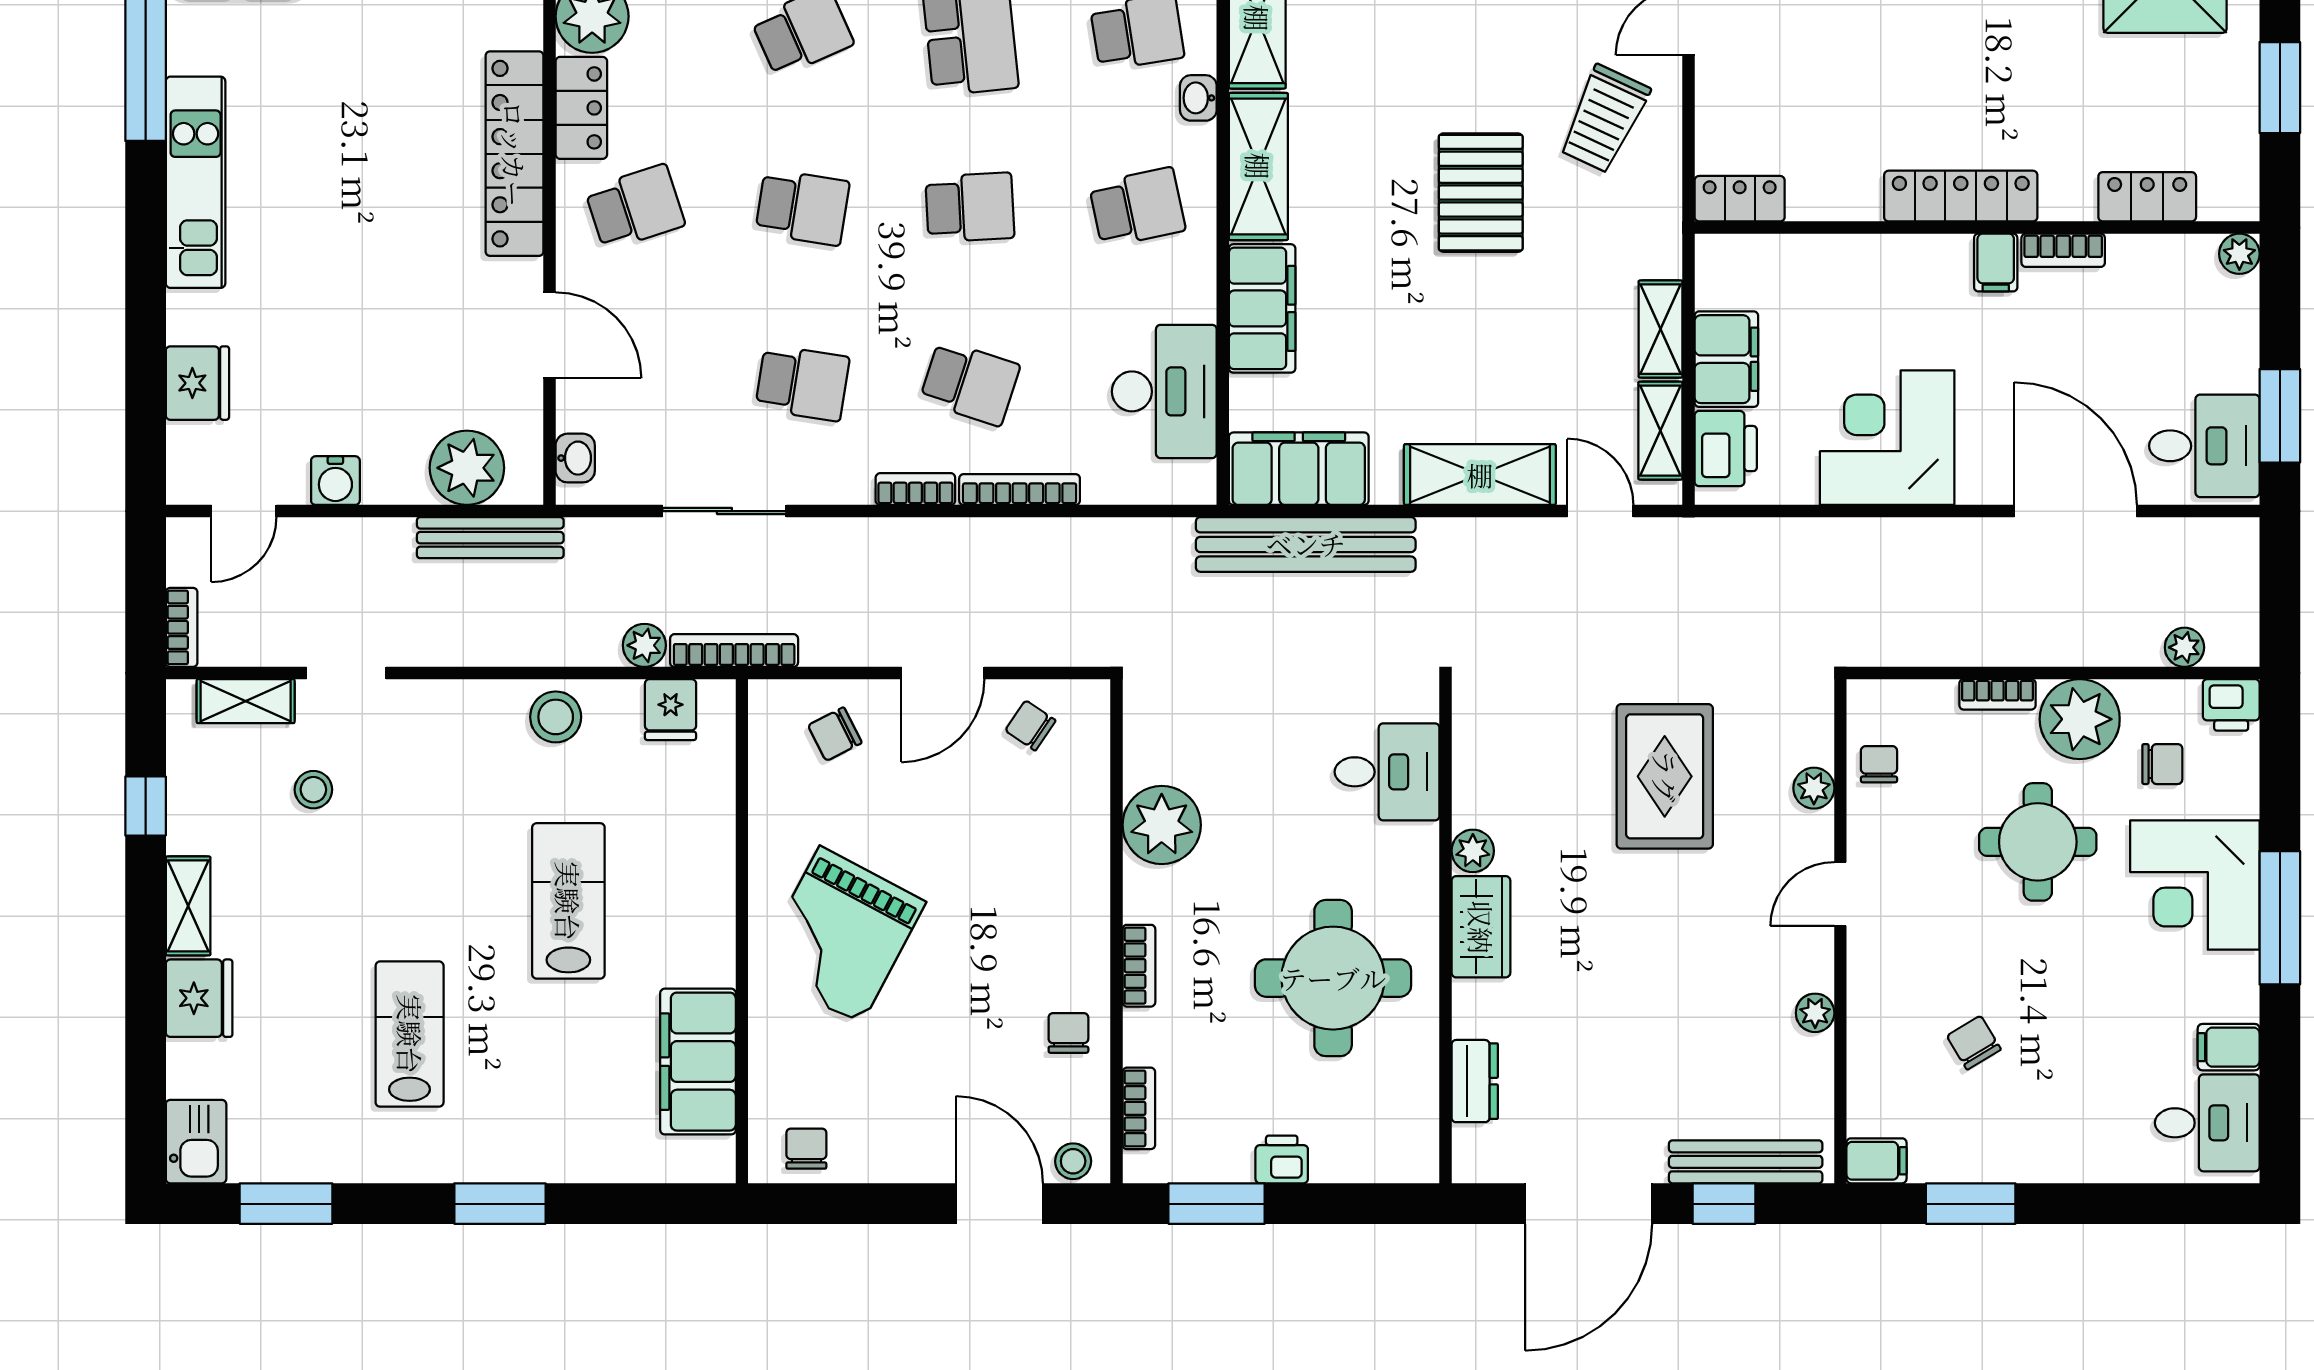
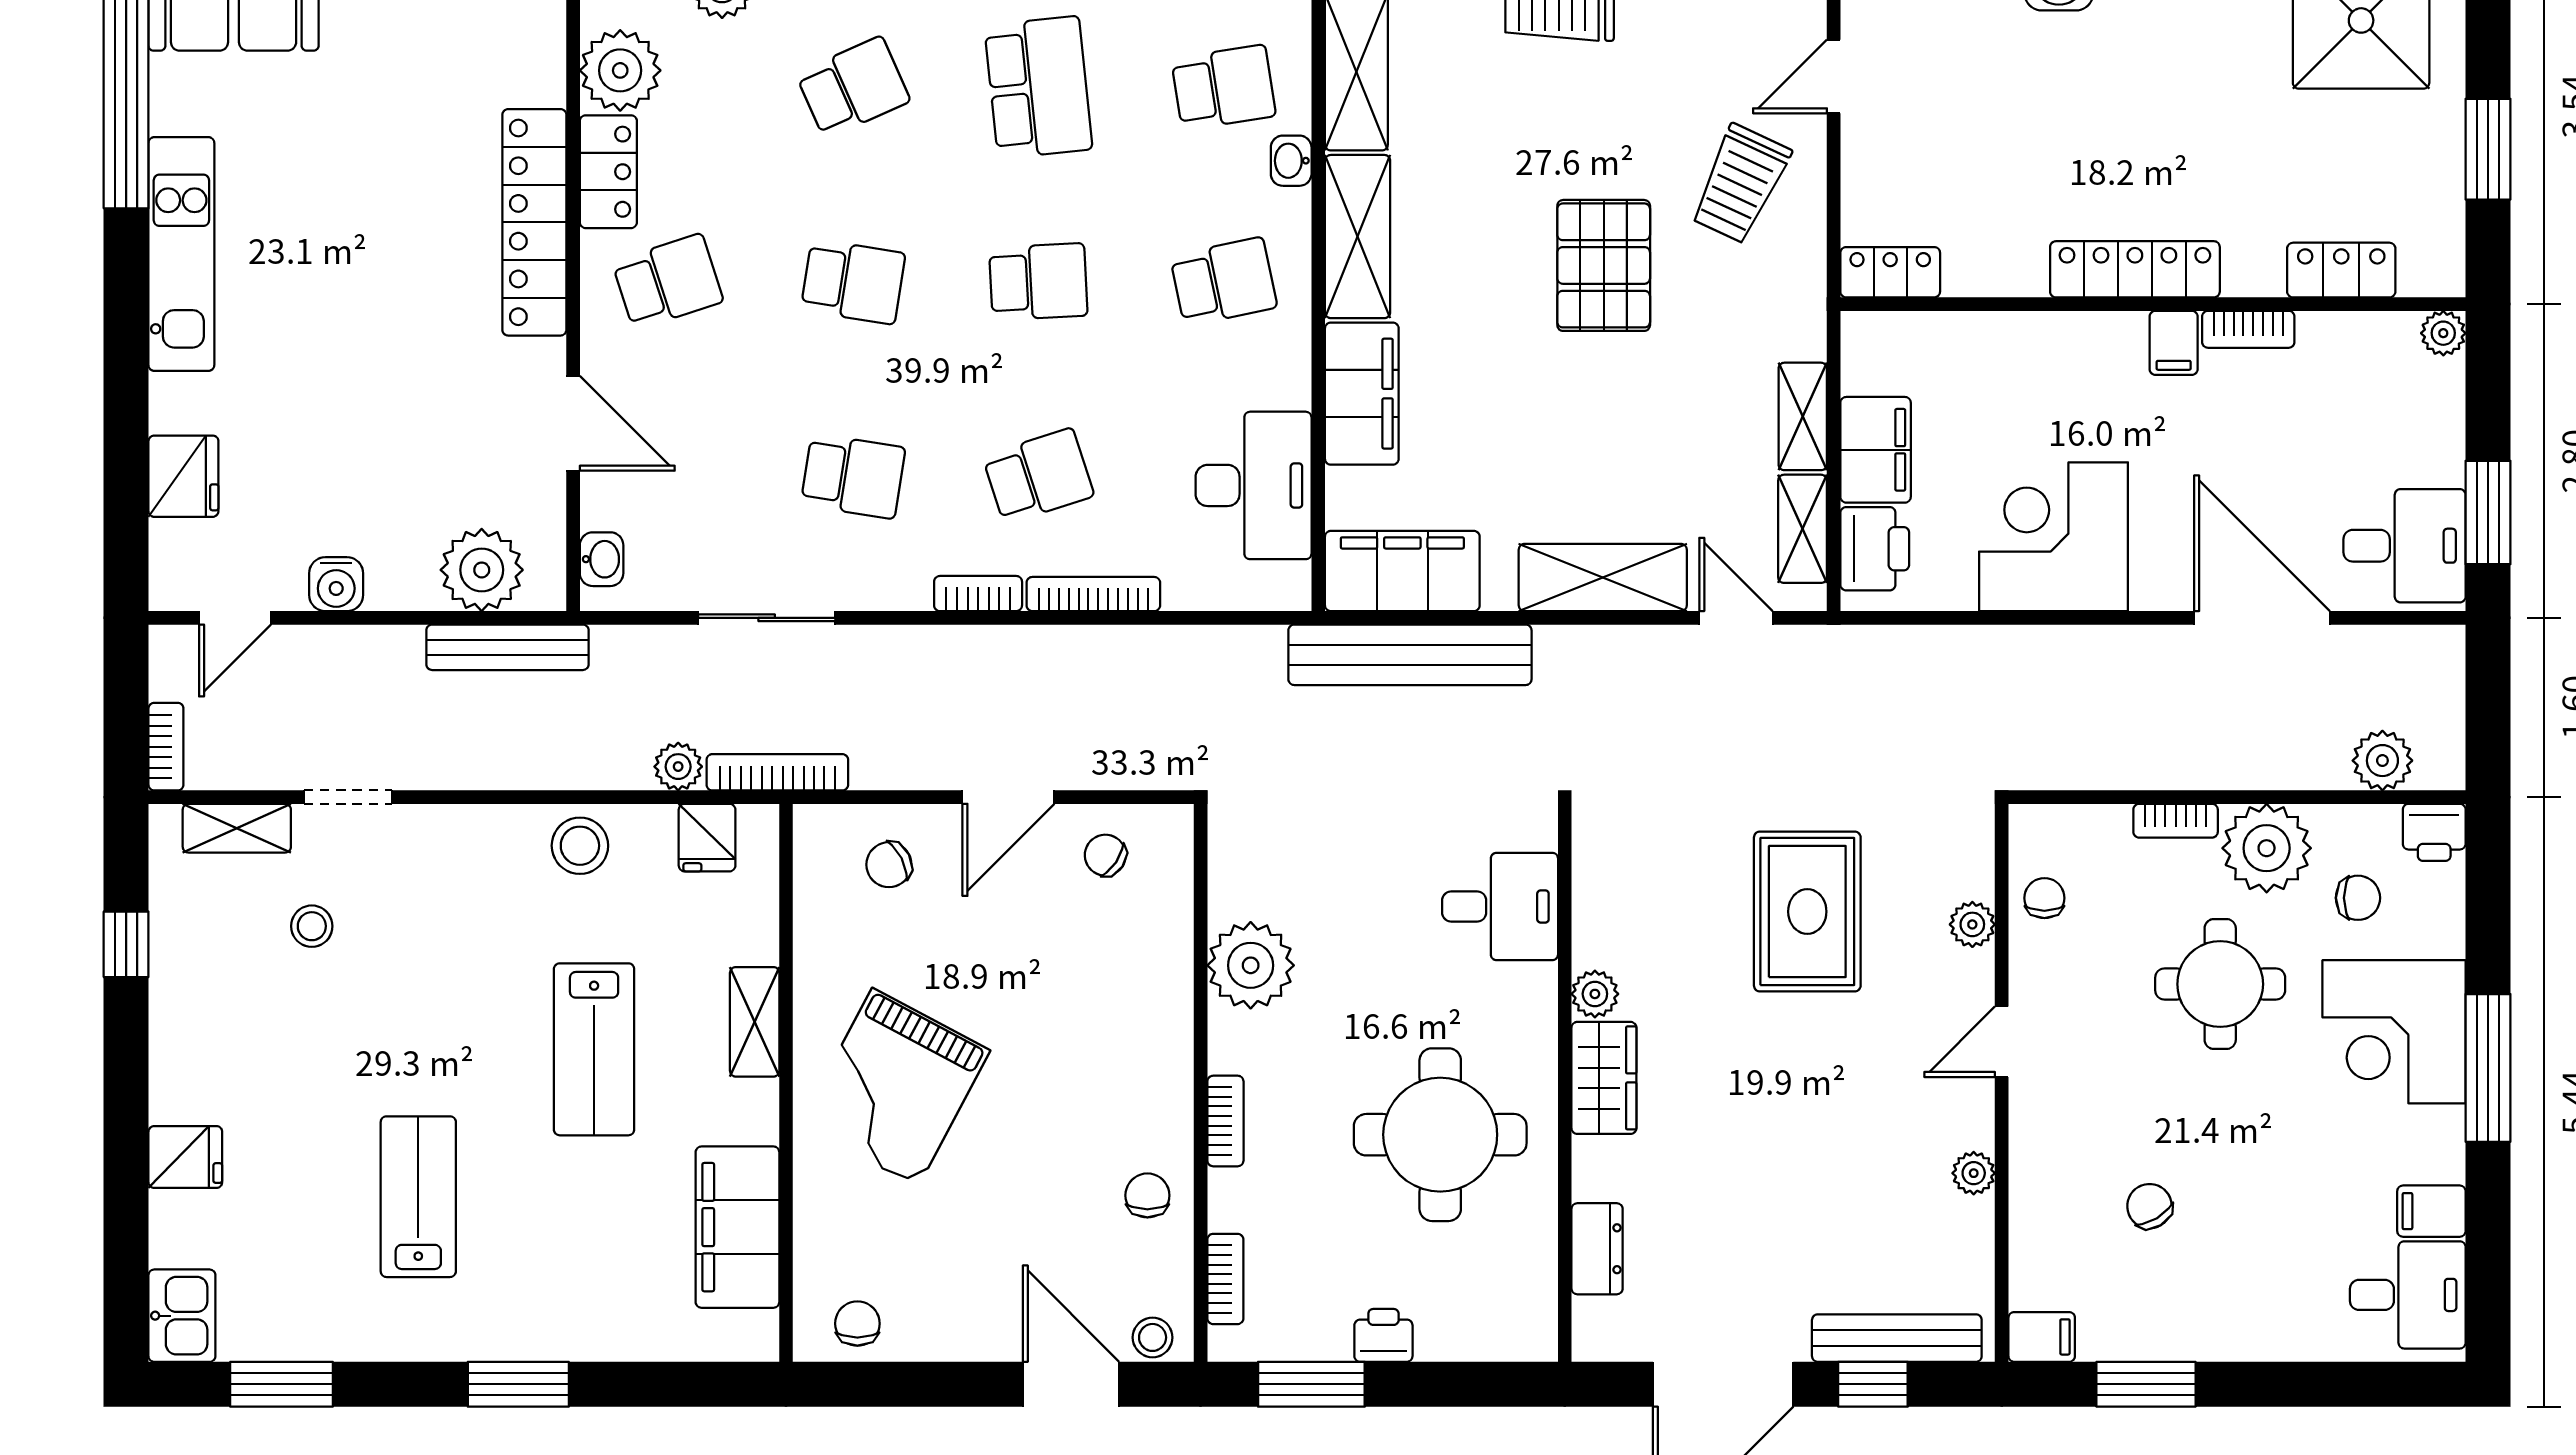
school desk: (970, 383) -> (1038, 476), turned -36
plant: (2184, 647) -> (2382, 761), width x1.38, depth x1.38
lab bench: (568, 901) -> (594, 1049), turned 180
shelving: (188, 906) -> (755, 1022), moved
fridge: (199, 998) -> (185, 1157), width x0.72

